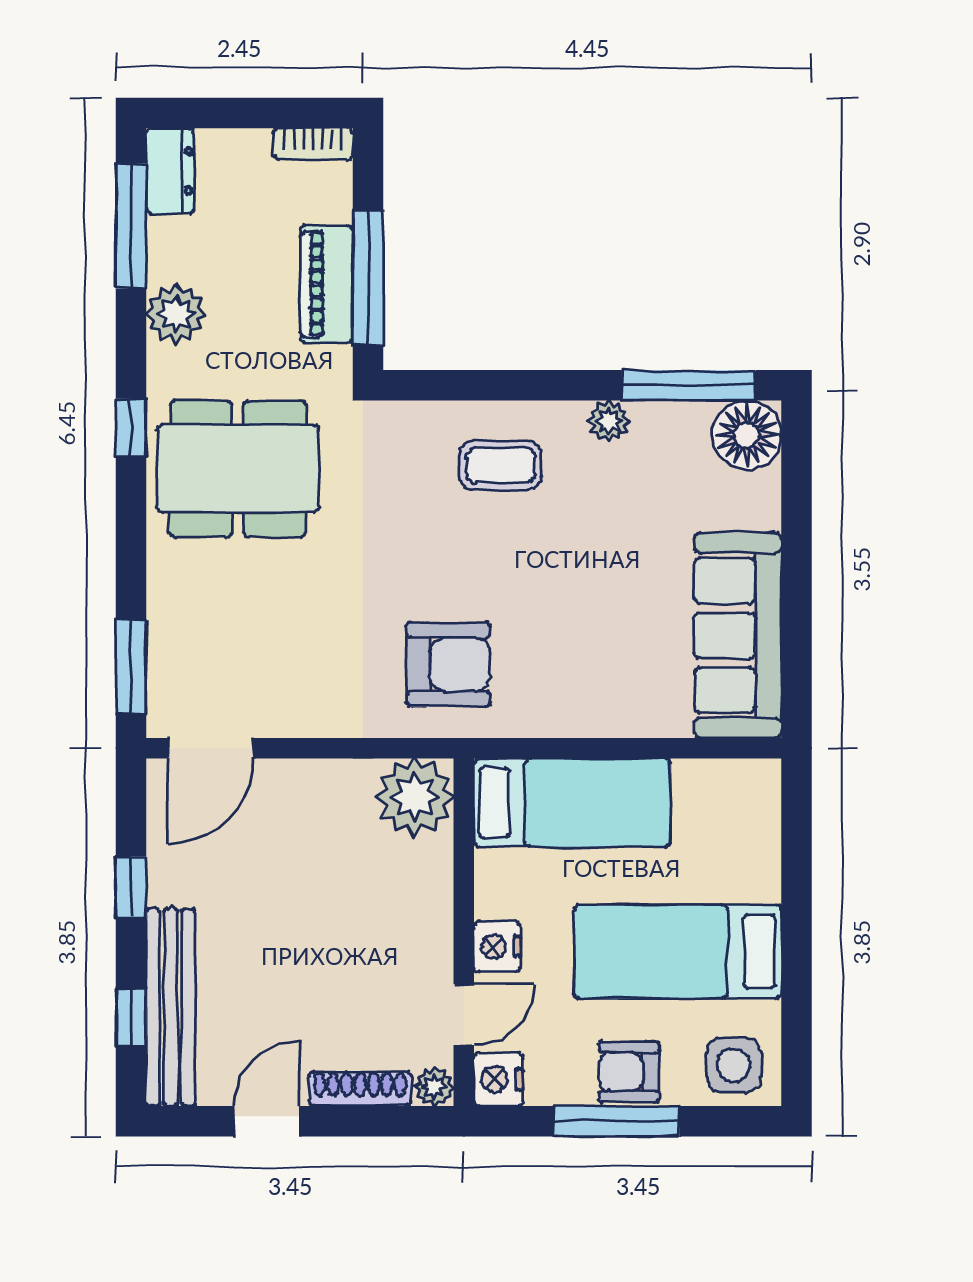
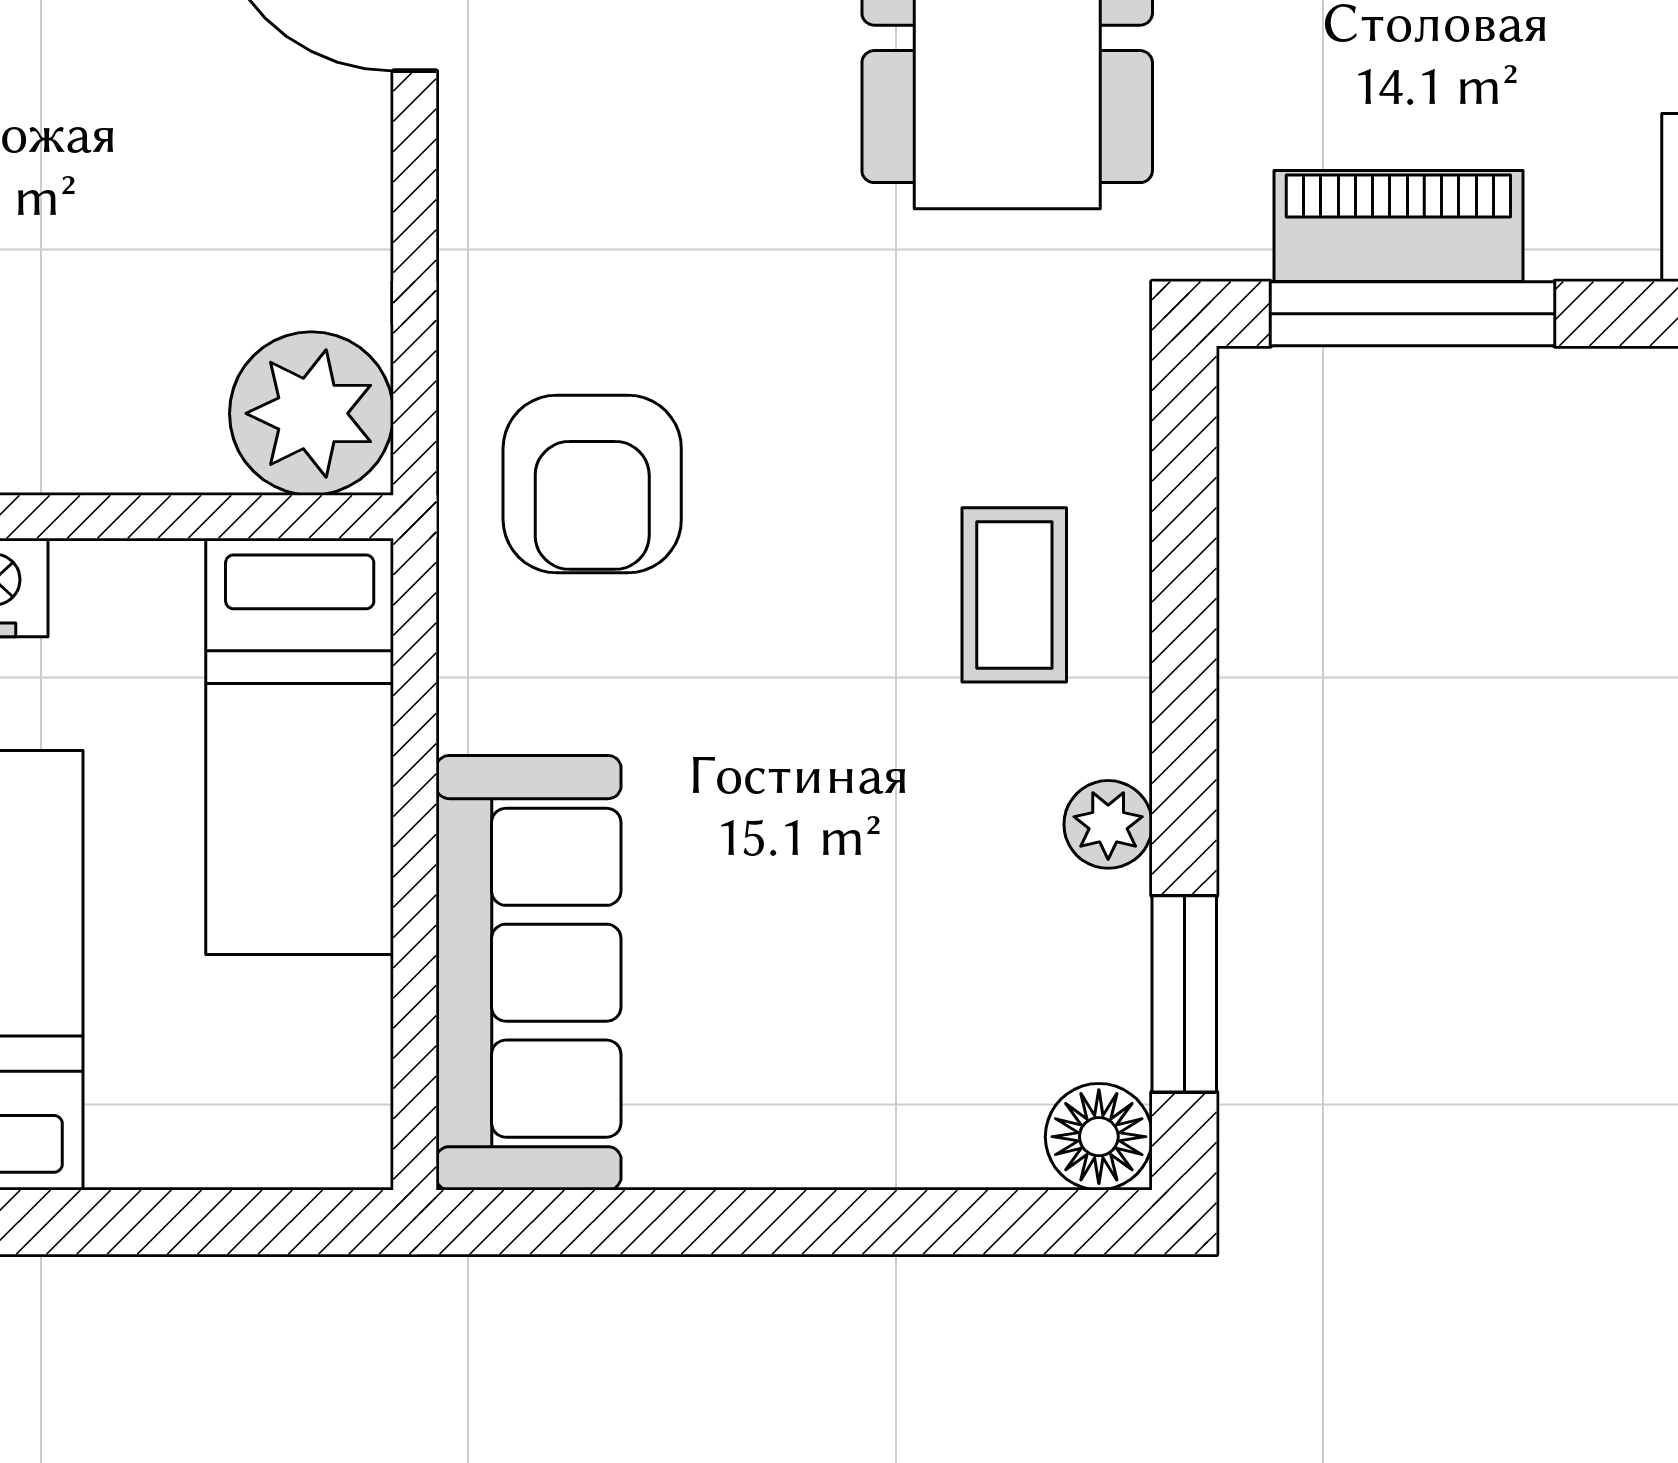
window: (689, 385) -> (1184, 994), width x0.69
floor lamp: (747, 435) -> (1099, 1137), width x0.73, depth x0.73
sofa: (738, 636) -> (529, 973), moved, turned 90

